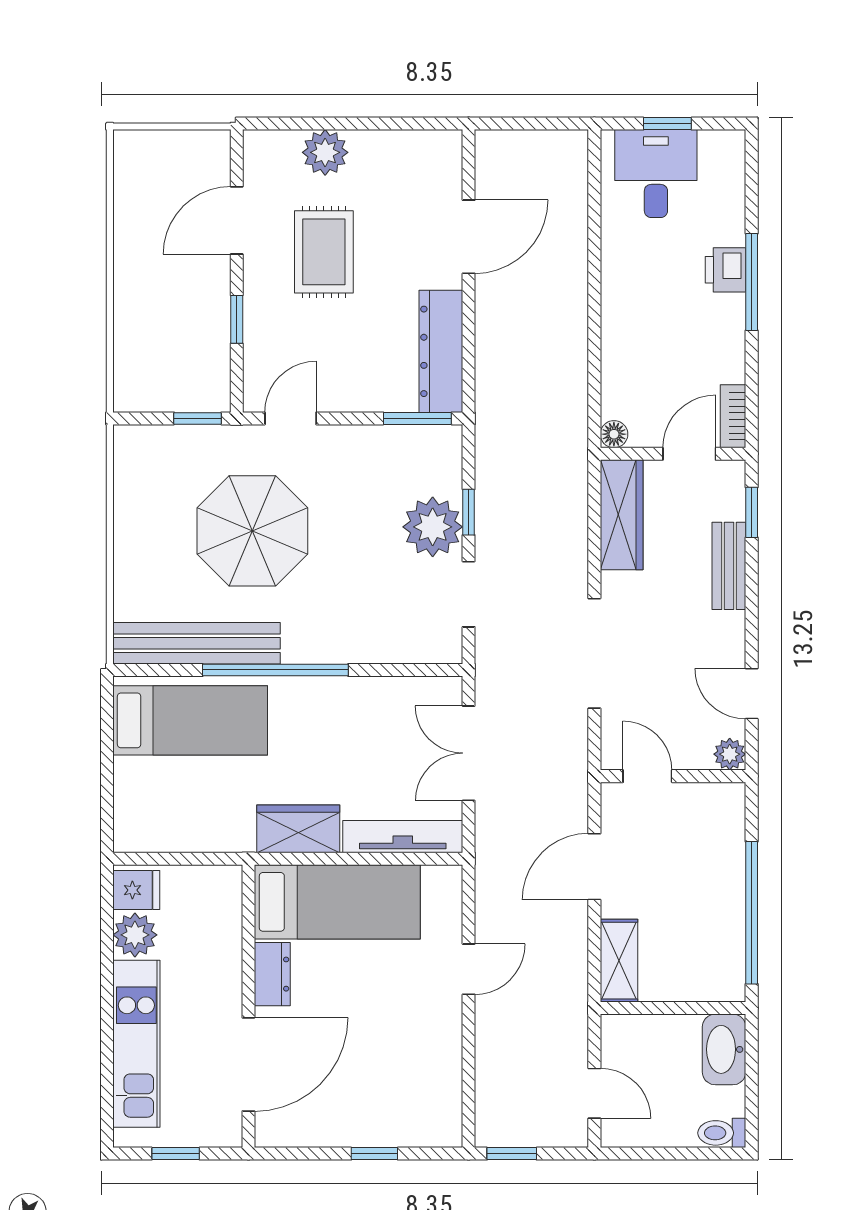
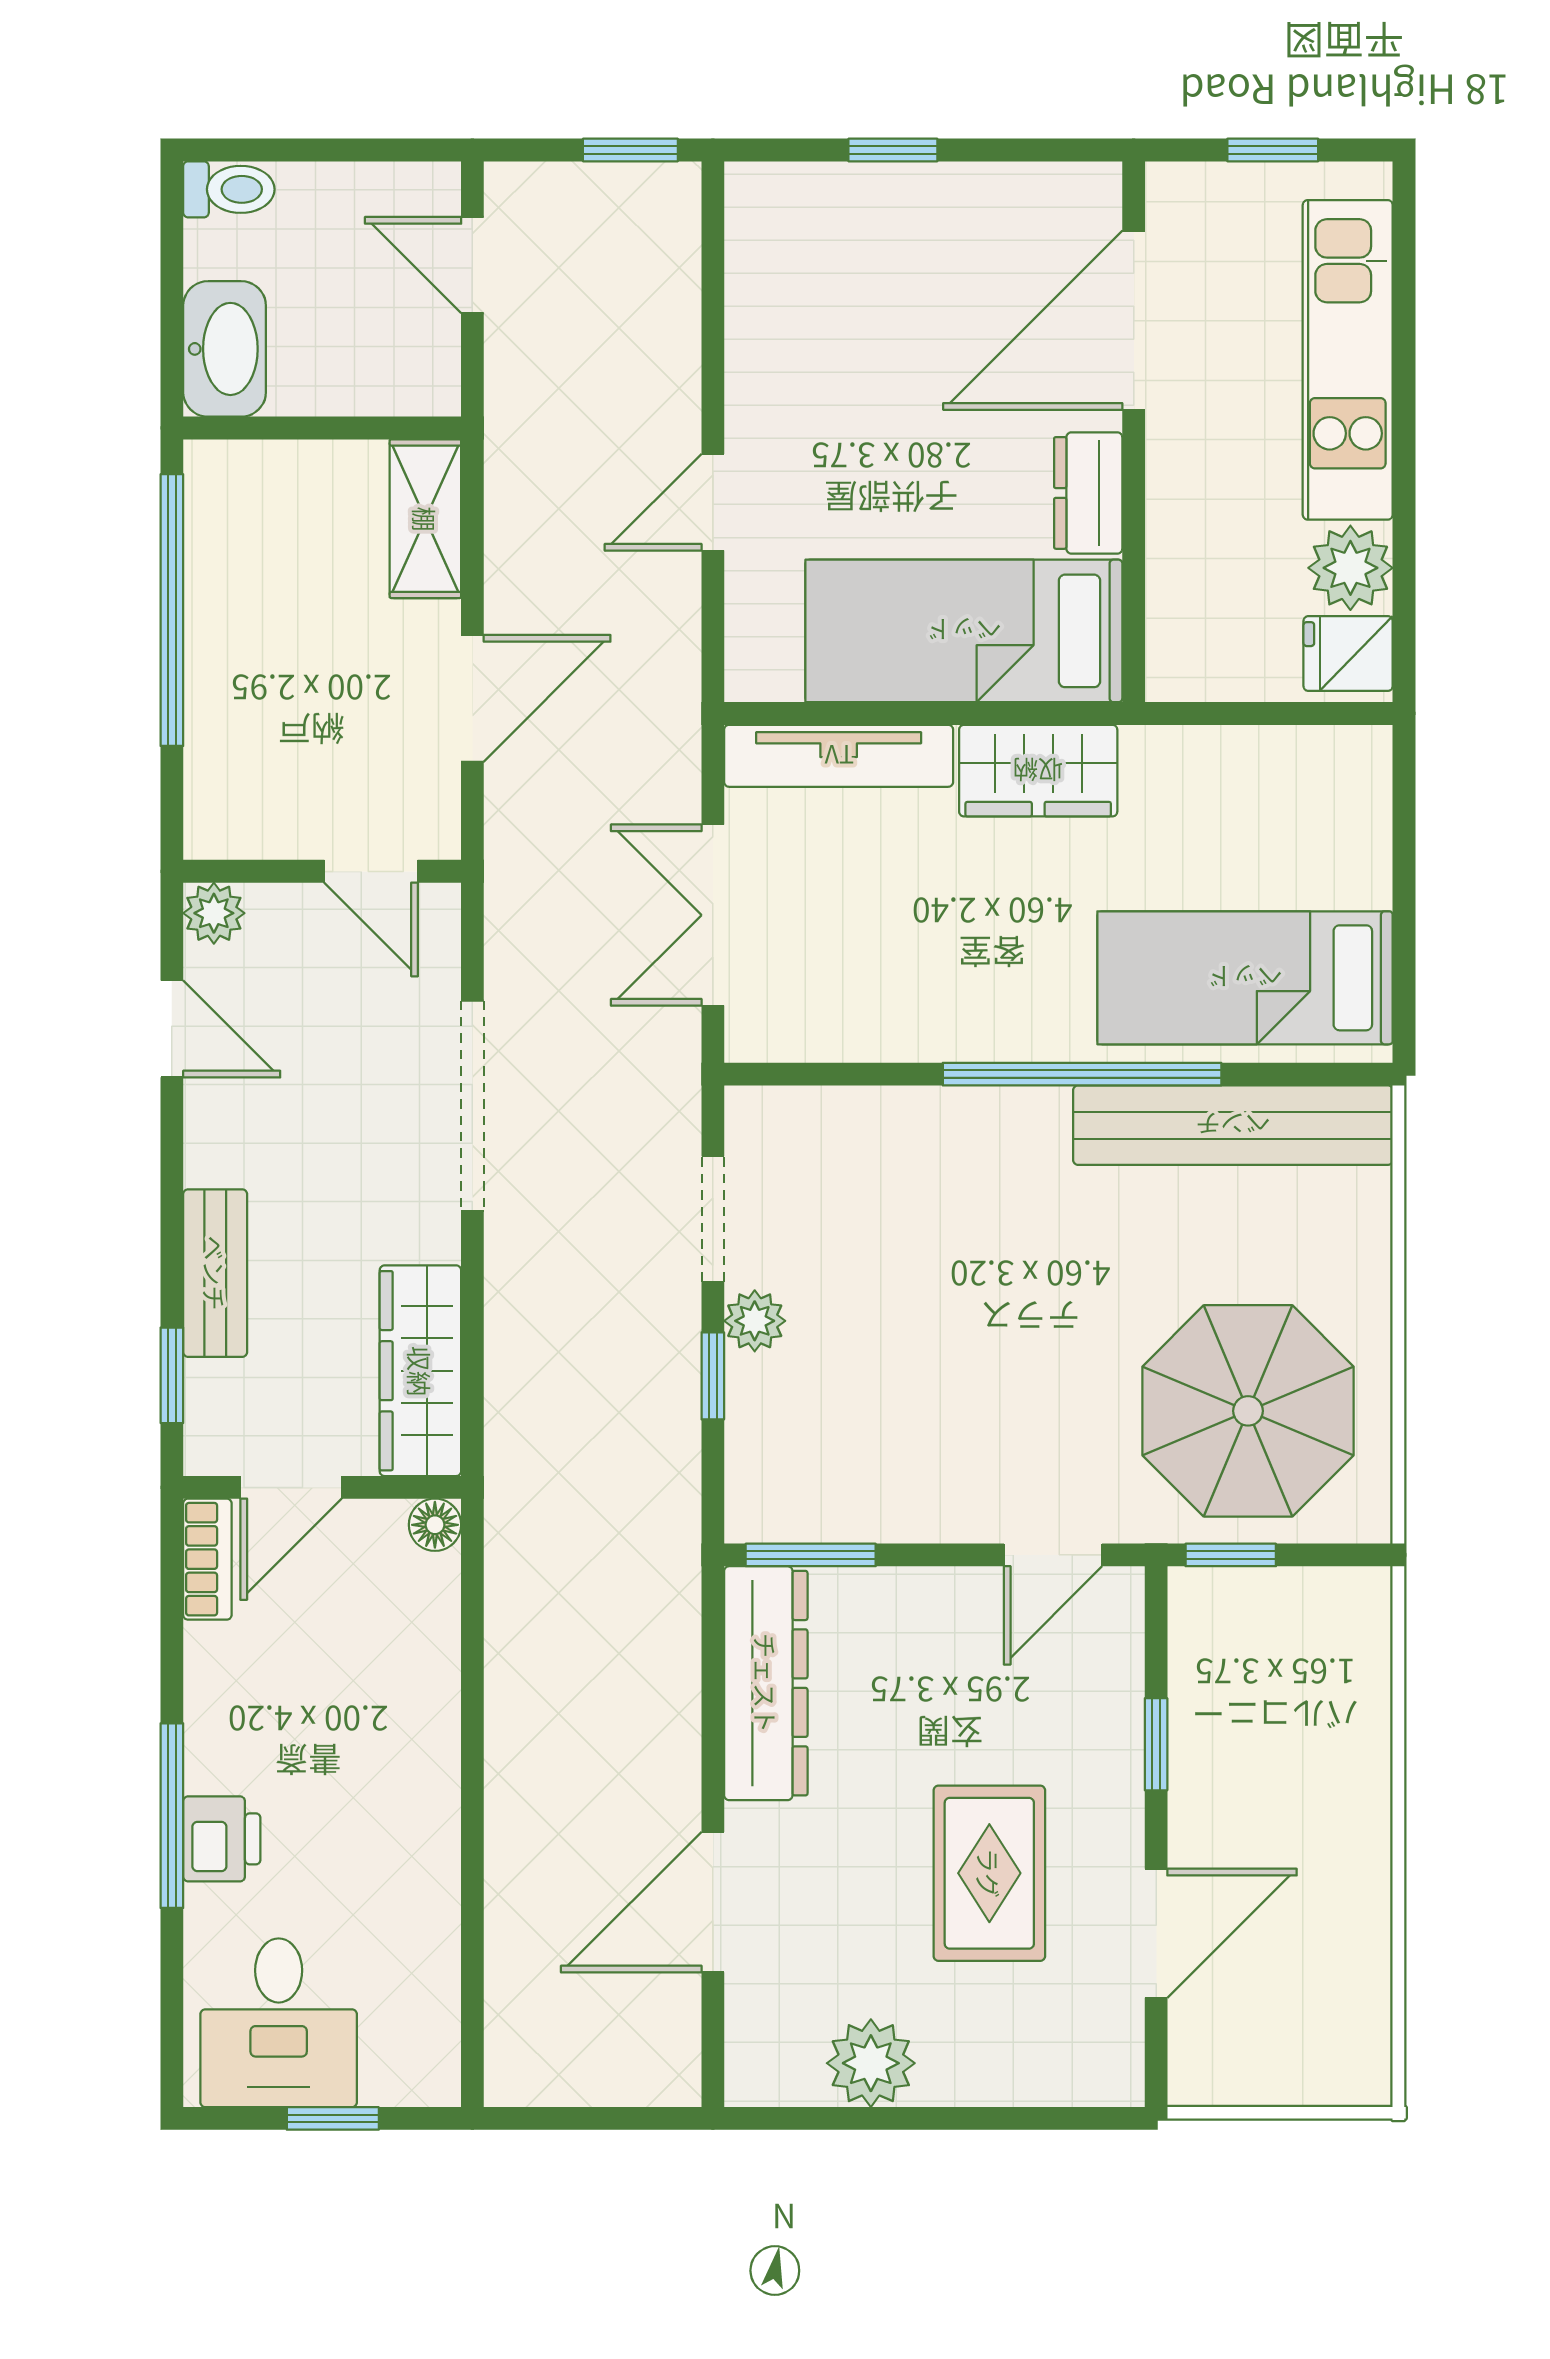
plant: (325, 152) -> (871, 2063), moved
desk: (656, 174) -> (279, 2023), moved
plant: (433, 527) -> (755, 1321), width x0.53, depth x0.53
parasol: (252, 531) -> (1248, 1411), moved
double door: (469, 753) -> (713, 915), swing flipped

